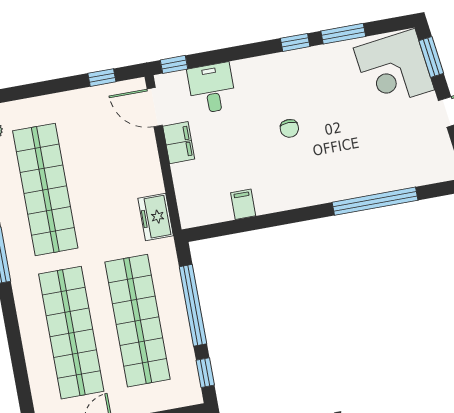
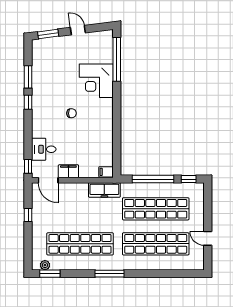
corner desk: (394, 69) -> (96, 81), moved, turned 97
window: (102, 78) -> (28, 215), moved
door: (155, 107) -> (48, 180), hinge flipped
window: (375, 201) -> (117, 59), moved
filing cabinet: (243, 204) -> (106, 172), moved
freezer: (156, 217) -> (104, 190), width x1.40

